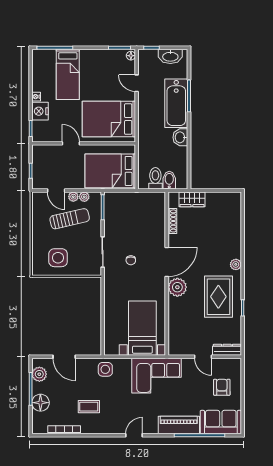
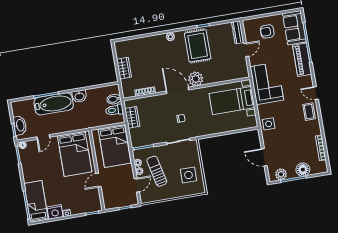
washbasin: (170, 56) -> (20, 125), moved
bed: (68, 74) -> (36, 201), moved, turned -90
nightstand: (40, 111) -> (55, 212), moved
wardrobe: (142, 199) -> (132, 117), added
wardrobe: (192, 199) -> (124, 68), moved
rug: (218, 297) -> (198, 46), turned 90
door: (64, 357) -> (264, 157), swing flipped
coffee table: (89, 407) -> (309, 112), moved

